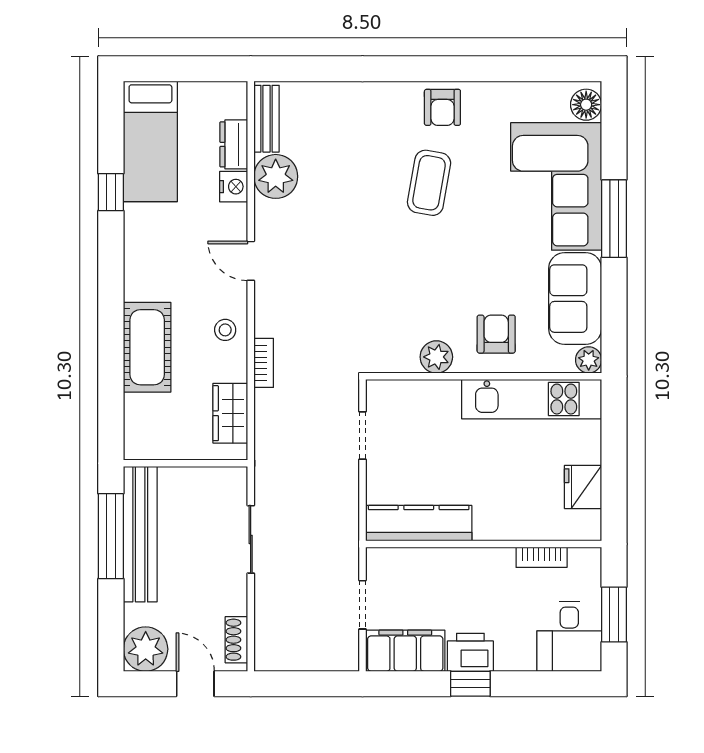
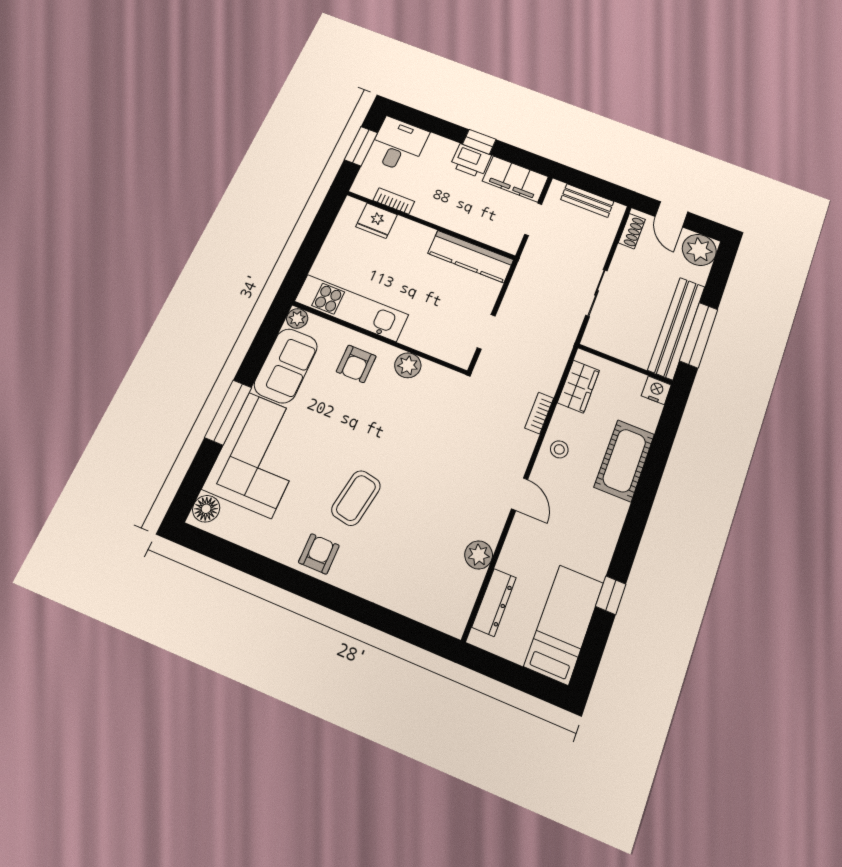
bench: (267, 119) -> (587, 201), moved, turned 90
dresser: (234, 144) -> (494, 602), width x1.44
plant: (276, 176) -> (479, 555), width x0.73, depth x0.73
nightstand: (234, 187) -> (656, 390), moved, turned 90
fridge: (583, 487) -> (376, 221), moved, turned 90

